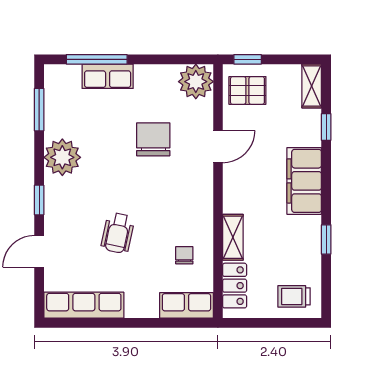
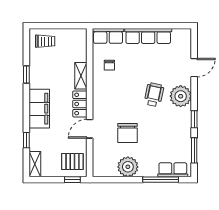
row of seats: (108, 76) -> (173, 170), moved
plant: (196, 82) -> (128, 167), moved
plant: (62, 157) -> (181, 96), moved
window: (39, 200) -> (194, 119), moved
wheelchair: (118, 233) -> (154, 95), moved
locker: (235, 286) -> (80, 104), moved
row of seats: (84, 305) -> (148, 36), moved

